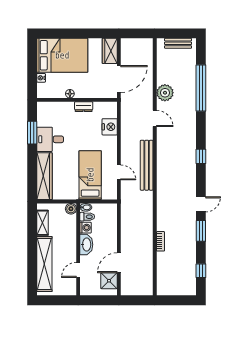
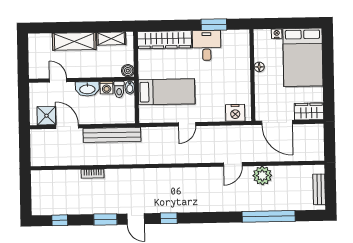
dresser: (84, 107) -> (245, 83), removed
nightstand: (110, 127) -> (235, 113), moved
window: (201, 156) -> (169, 218), moved
bench: (147, 165) -> (112, 135), moved
door: (119, 172) -> (187, 124), moved
shelving: (44, 264) -> (74, 41), width x0.68

